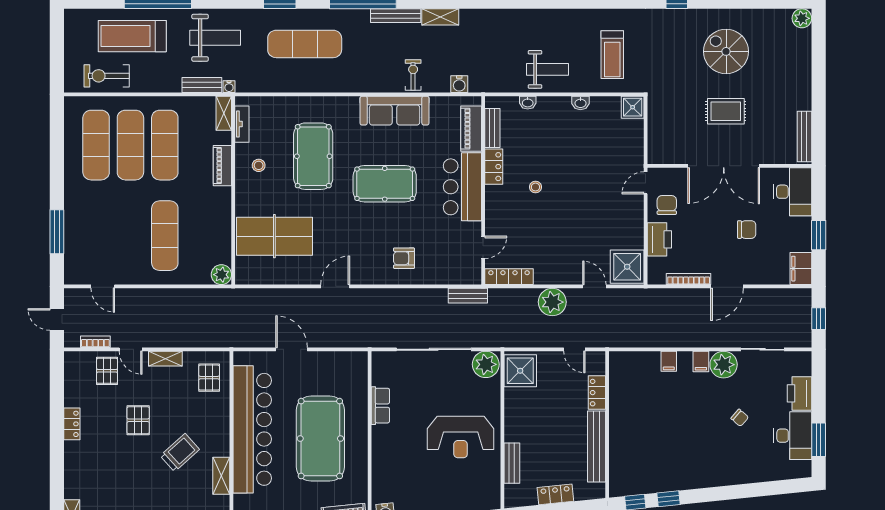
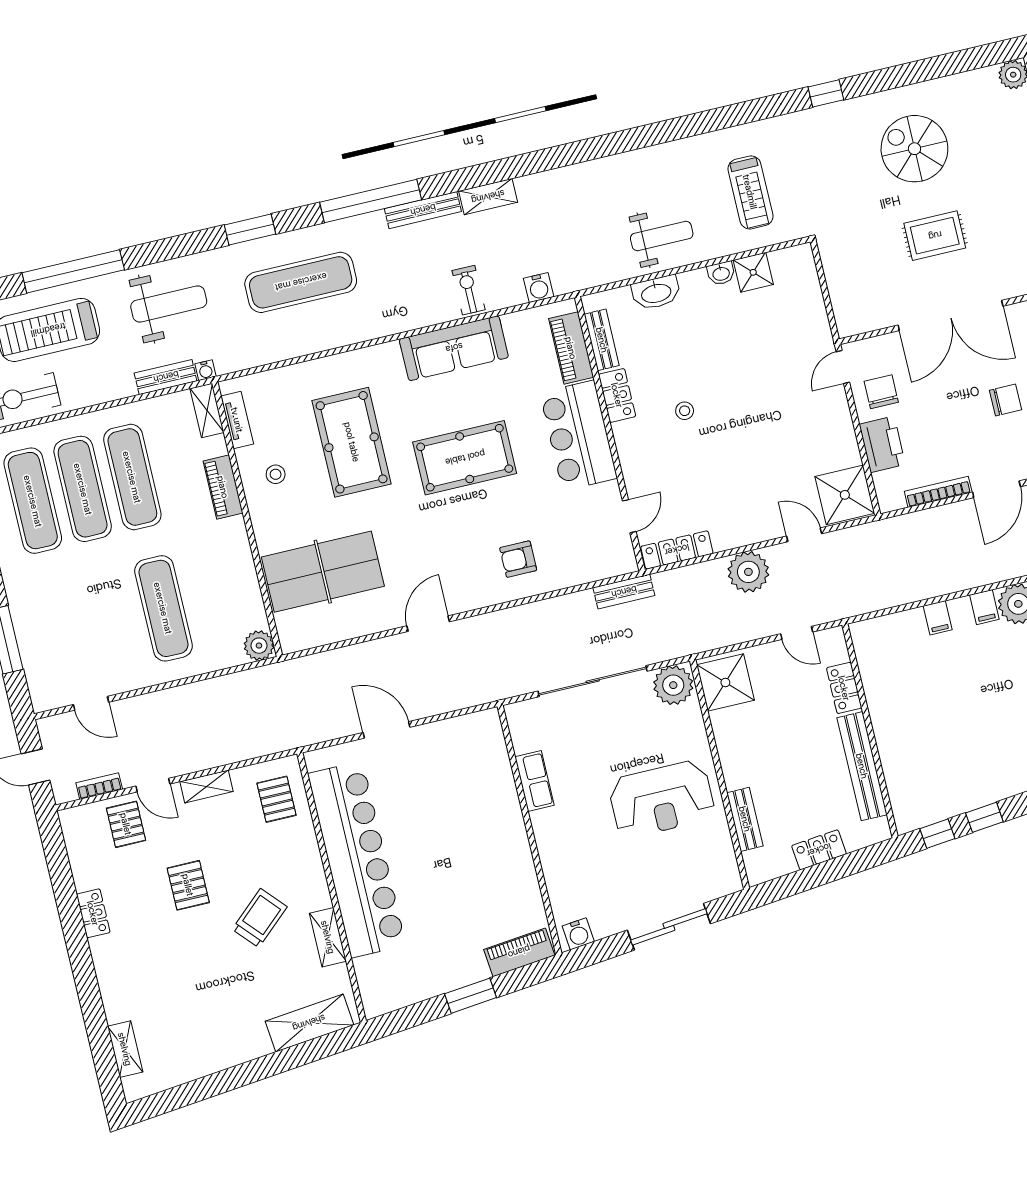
washbasin: (528, 103) -> (656, 293), width x1.91, depth x1.45
shower: (633, 107) -> (753, 272), moved
pool table: (320, 439) -> (459, 849), removed

